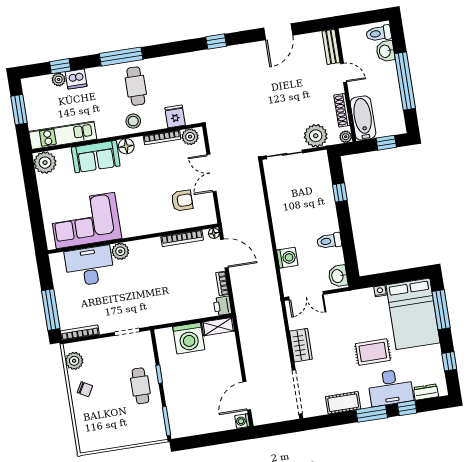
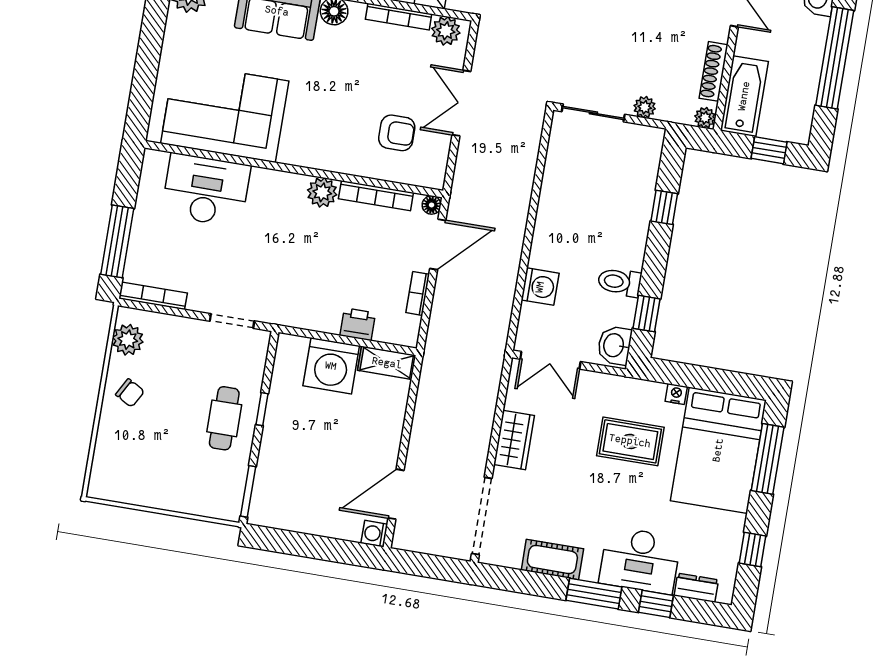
plant: (316, 136) -> (645, 107), width x0.53, depth x0.53
plant: (120, 251) -> (322, 192), moved
door: (224, 253) -> (438, 244), hinge flipped
window: (349, 253) -> (647, 314), added
printer: (222, 306) -> (358, 324), moved, turned 90
rug: (373, 352) -> (630, 441), moved

